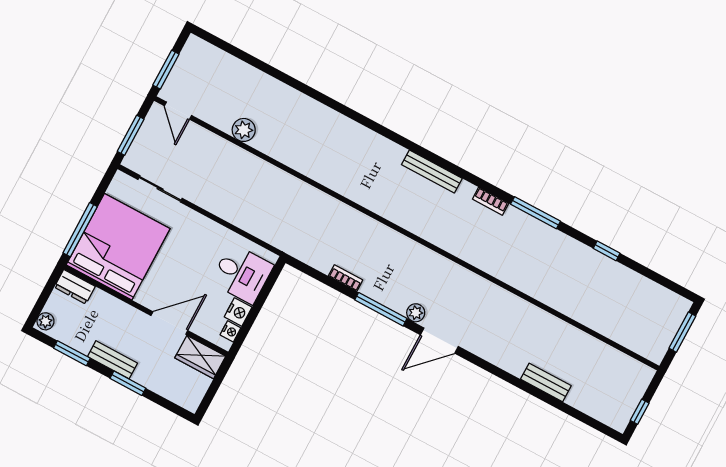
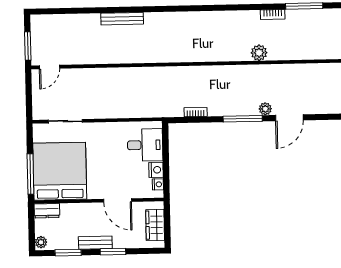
door: (178, 111) -> (49, 67), hinge flipped
plant: (244, 130) -> (259, 53), moved
window: (131, 135) -> (29, 98), removed
bench: (432, 172) -> (122, 19), moved
bookcase: (346, 278) -> (196, 112), moved
door: (169, 323) -> (118, 200), swing flipped
wardrobe: (200, 357) -> (155, 225), moved, turned 90

